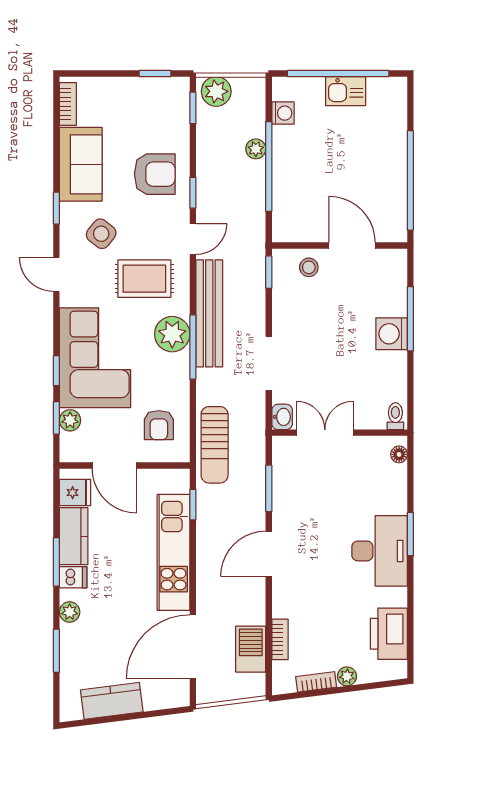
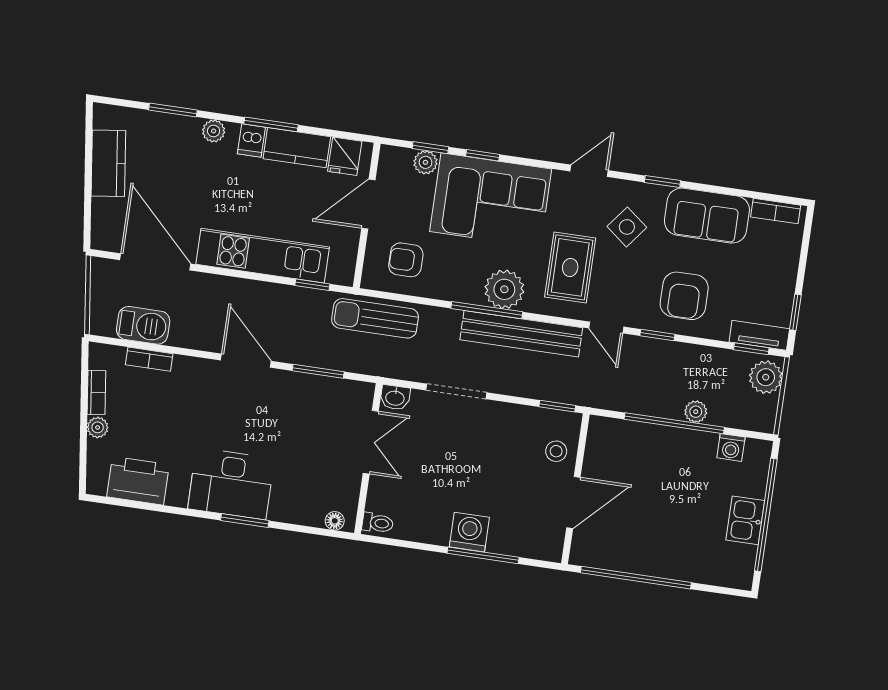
tv unit: (180, 102) -> (759, 335), added

